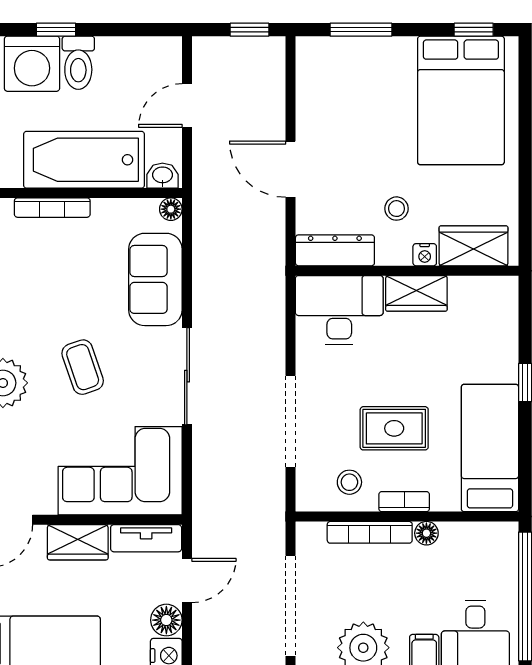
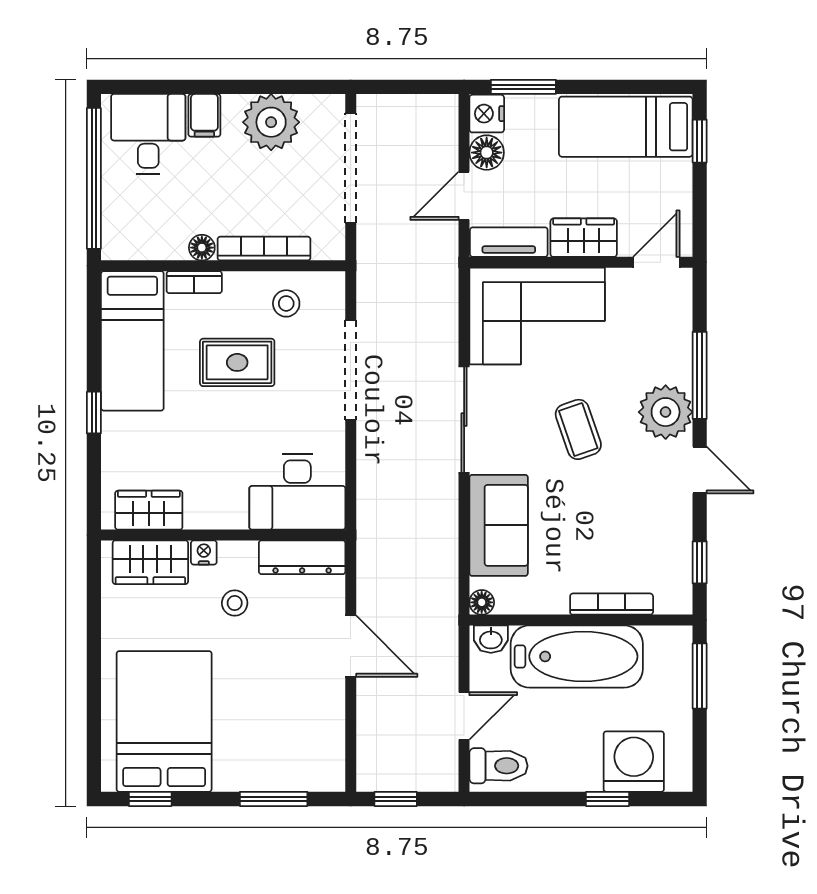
toilet: (78, 63) -> (498, 766), moved, turned 90
wardrobe: (416, 293) -> (149, 510), moved
bookcase: (404, 502) -> (194, 282), moved

